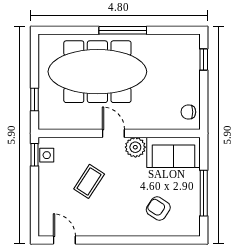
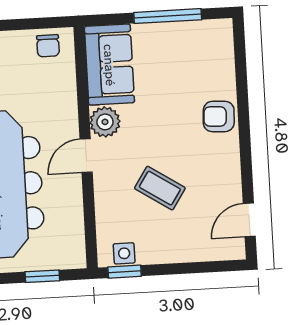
armchair: (158, 209) -> (219, 116), moved, turned 60

